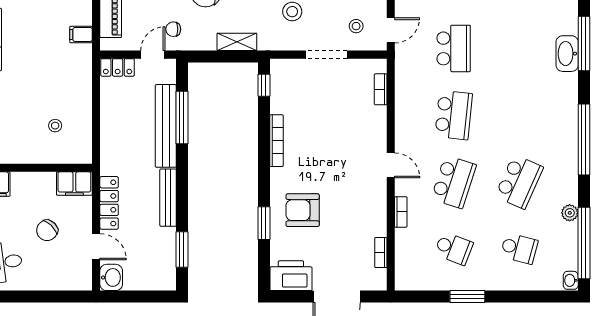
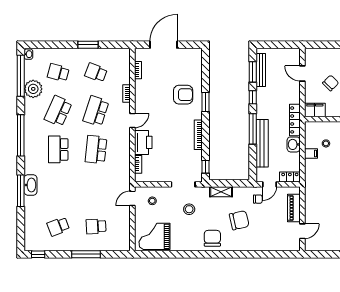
filing cabinet: (81, 34) -> (311, 153), moved
school desk: (454, 48) -> (58, 149), moved
doorway: (326, 55) -> (183, 184), moved
window: (182, 118) -> (253, 129), moved
door: (391, 165) -> (132, 120), swing flipped
bench: (168, 198) -> (261, 70), moved
locker: (109, 203) -> (295, 120), moved
window: (182, 206) -> (253, 97), added
plant: (570, 213) -> (33, 89), width x1.88, depth x1.88
window: (264, 223) -> (205, 102), moved
printer: (291, 276) -> (143, 142), moved, turned -90
washbasin: (111, 277) -> (294, 144), moved

